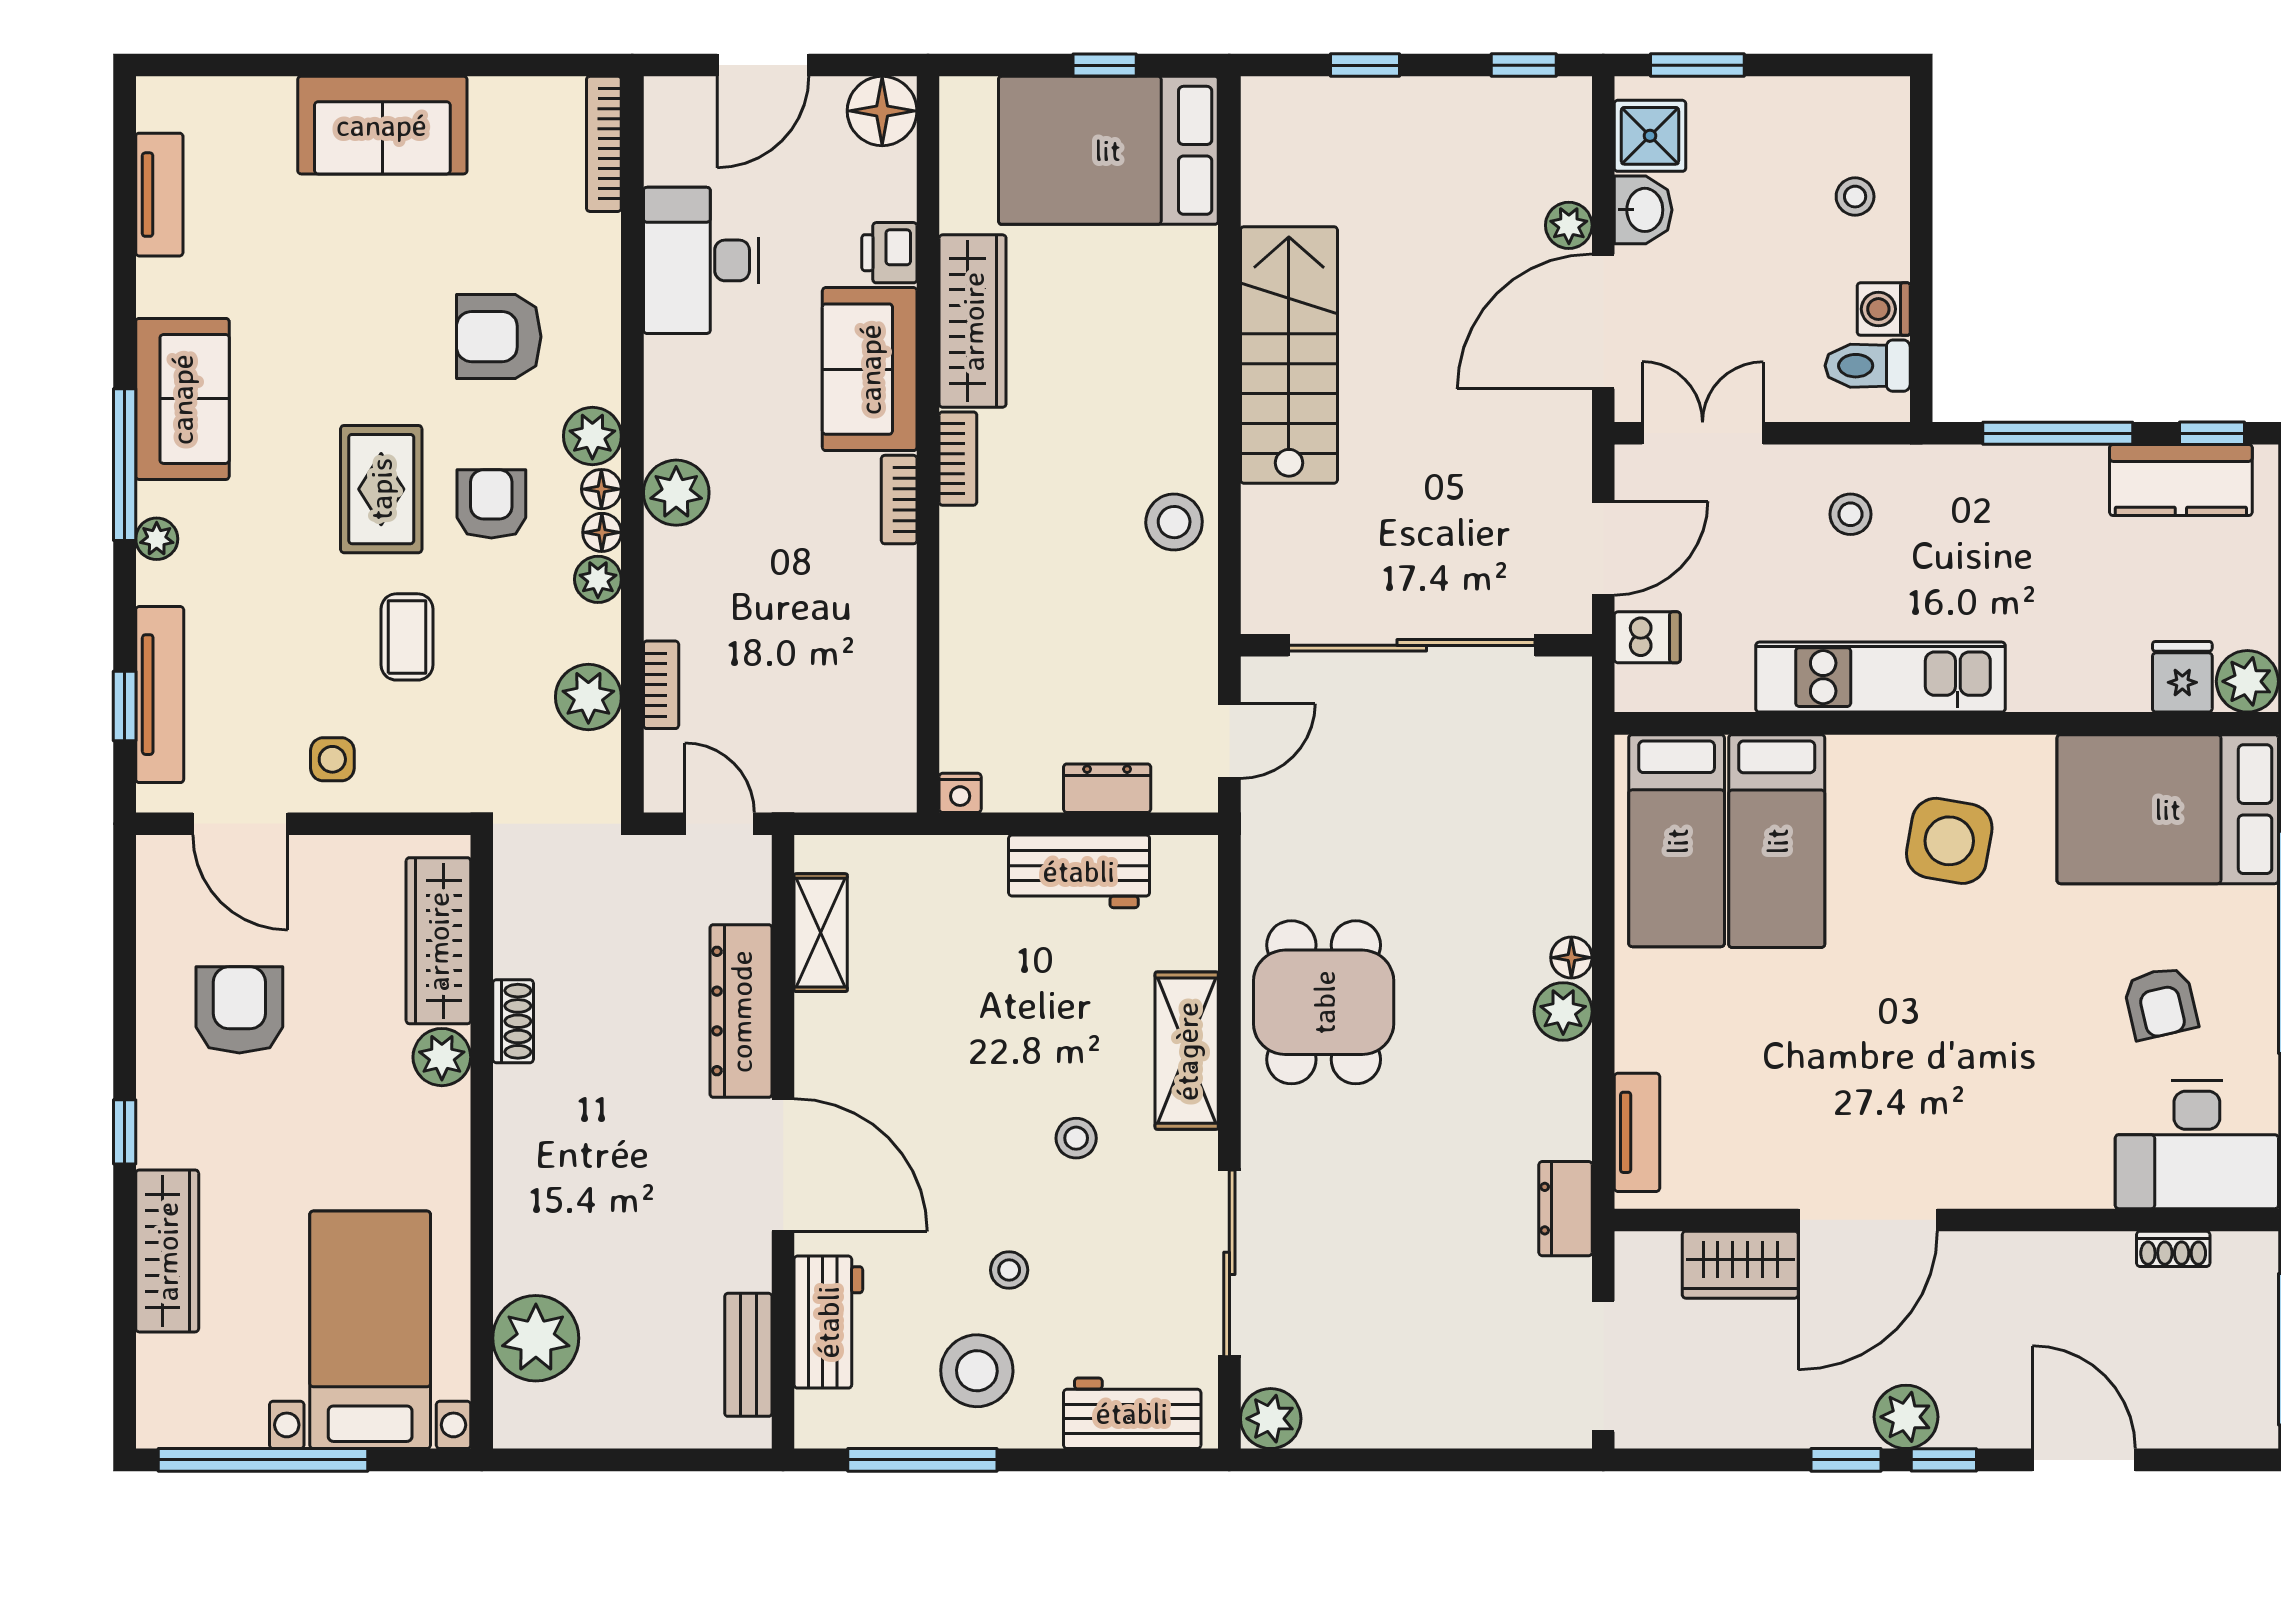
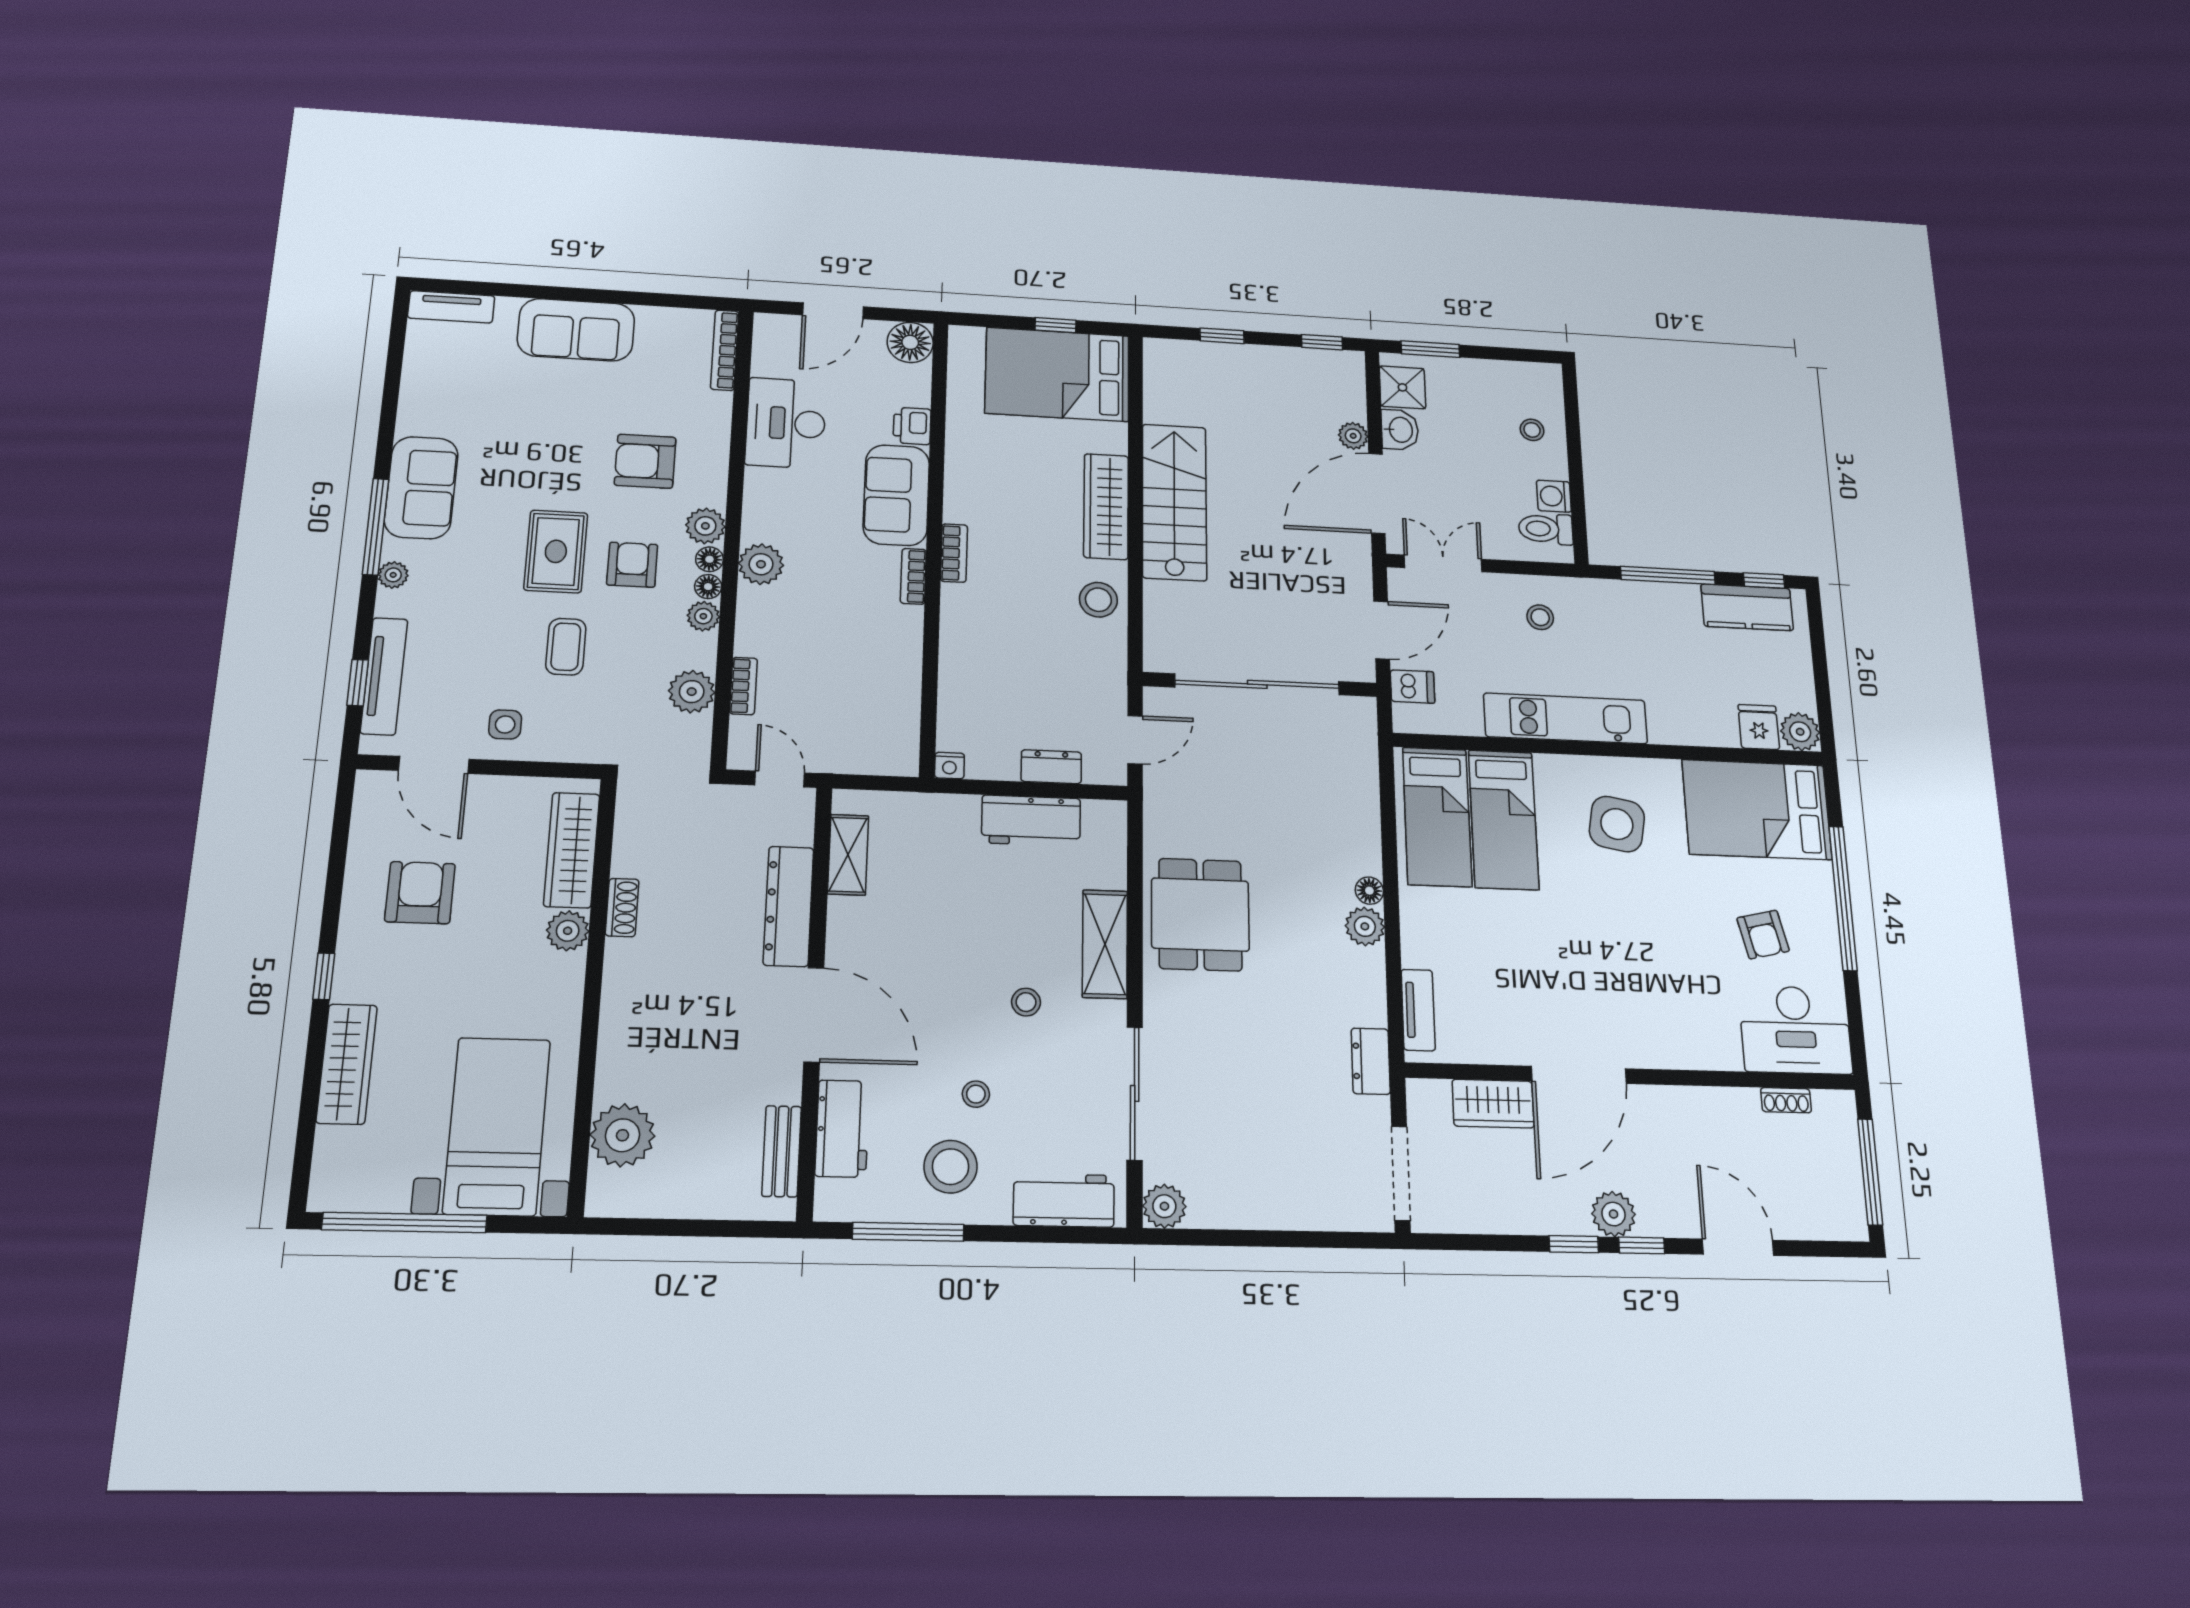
tv unit: (159, 195) -> (451, 307), moved, turned 90
wardrobe: (973, 321) -> (1106, 506), moved, turned 180

